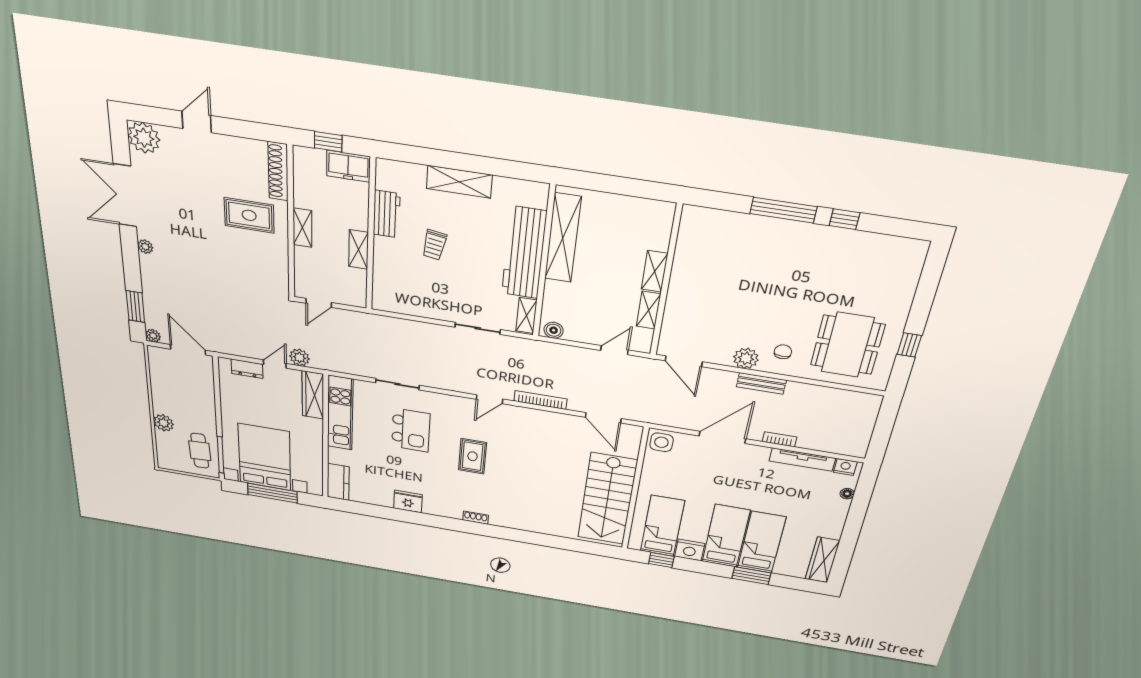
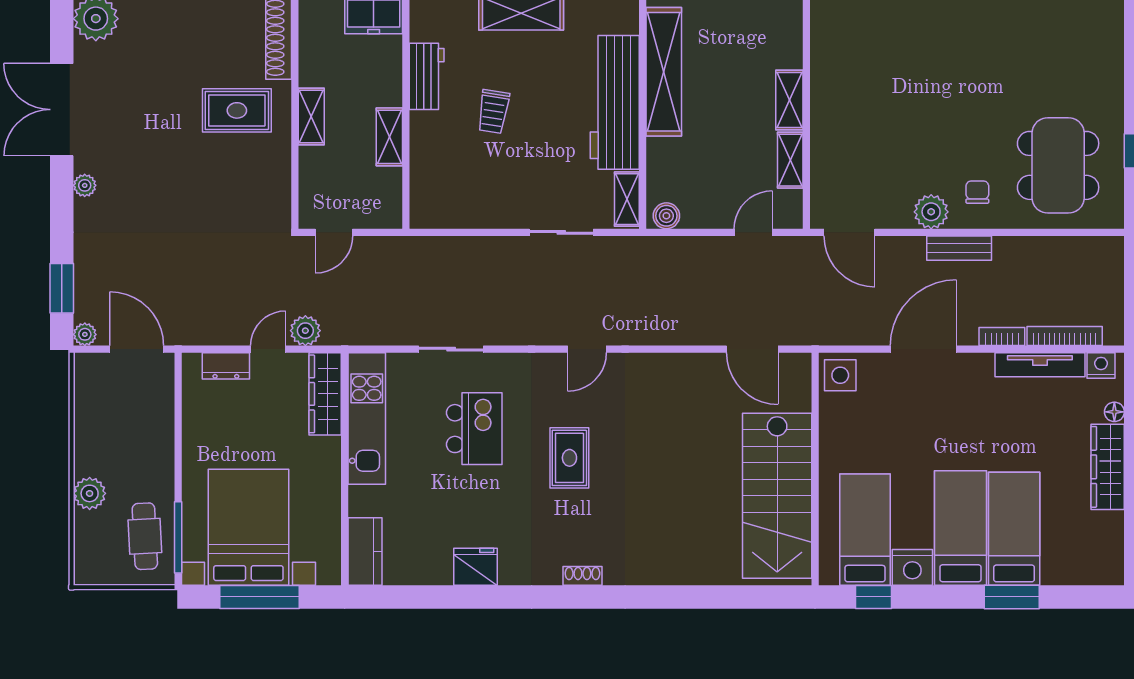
bookcase: (540, 400) -> (1065, 336), moved
wardrobe: (822, 560) -> (1108, 467), moved

